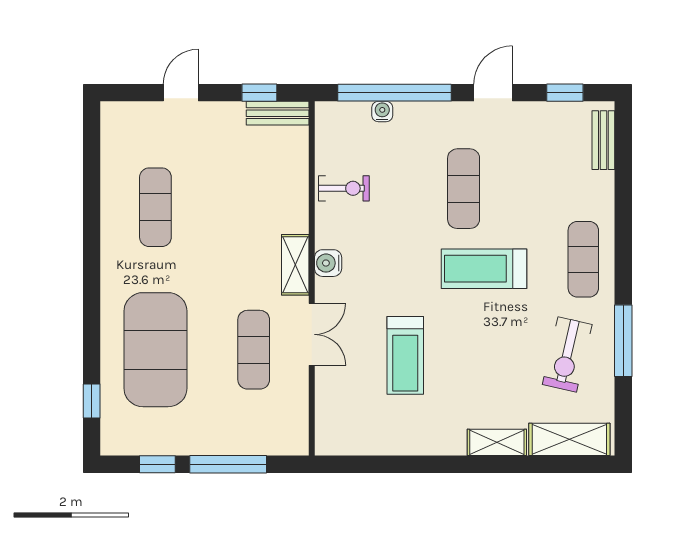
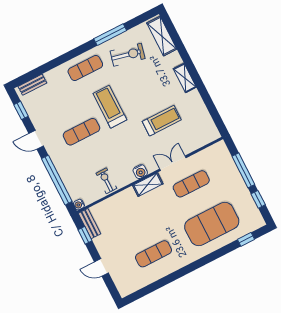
water cooler: (382, 112) -> (79, 205), moved
treadmill: (484, 269) -> (110, 107), turned 180
shelving: (497, 442) -> (185, 78), moved

